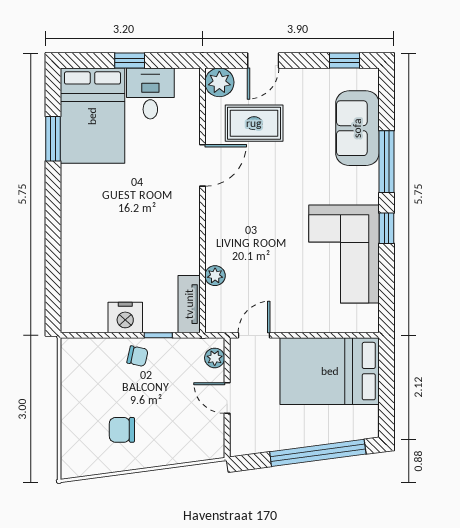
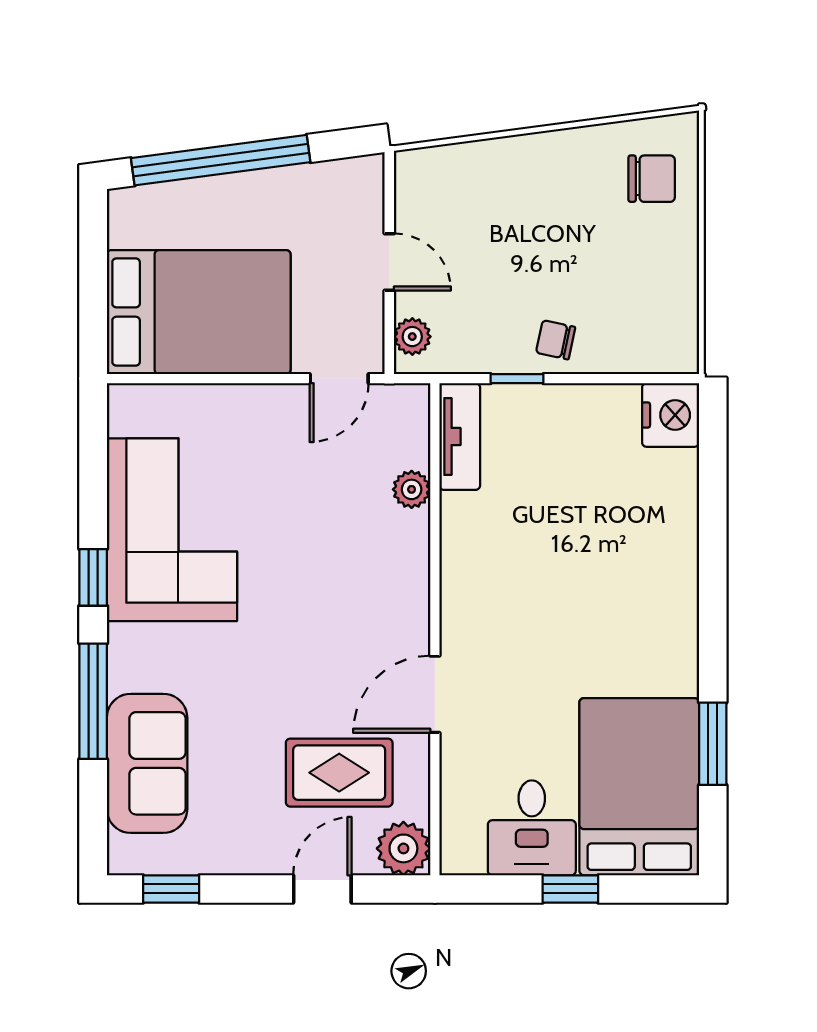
nightstand: (125, 317) -> (671, 415), moved, turned 90
chair: (122, 430) -> (652, 179), moved

